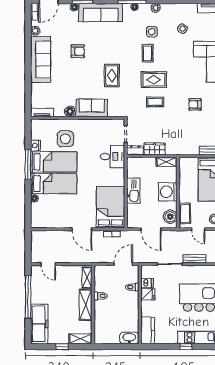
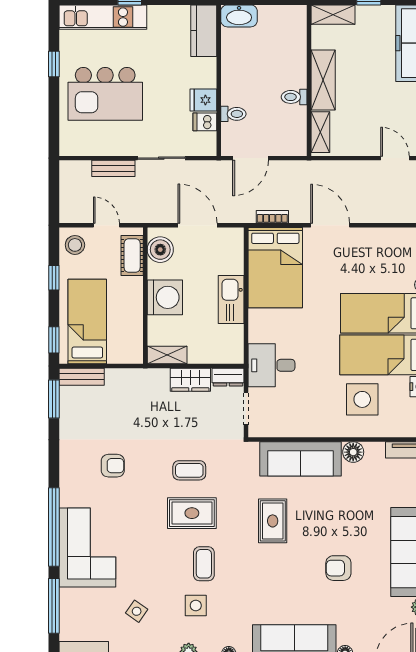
sofa: (92, 108) -> (300, 459), width x1.36

